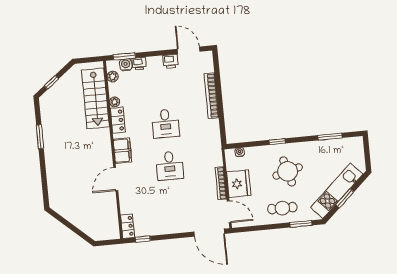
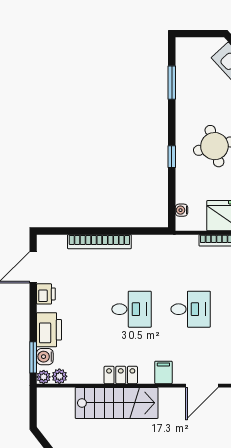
printer: (139, 64) -> (49, 330), width x1.87, depth x1.48
stairs: (96, 98) -> (117, 403), moved
plant: (115, 102) -> (44, 377), moved
filing cabinet: (123, 151) -> (163, 372), width x0.50
door: (116, 179) -> (202, 386), hinge flipped

